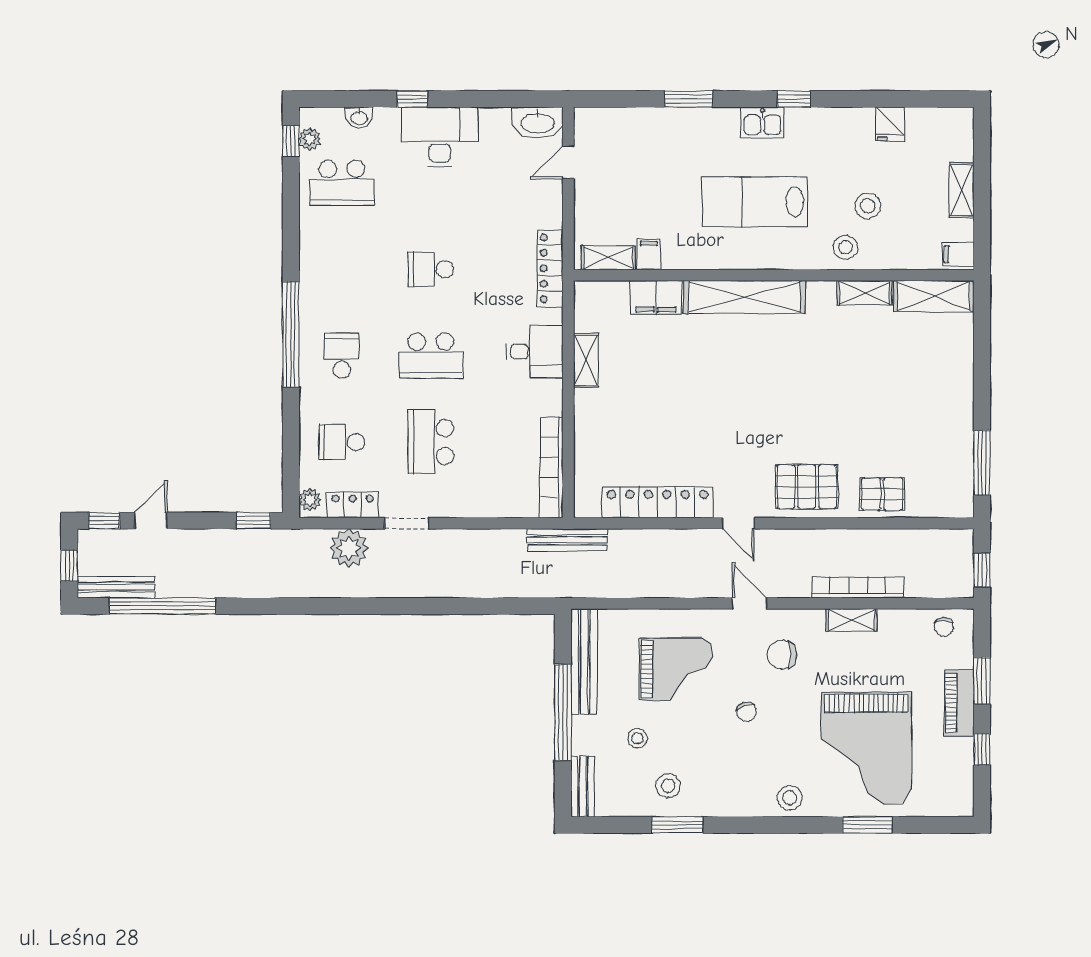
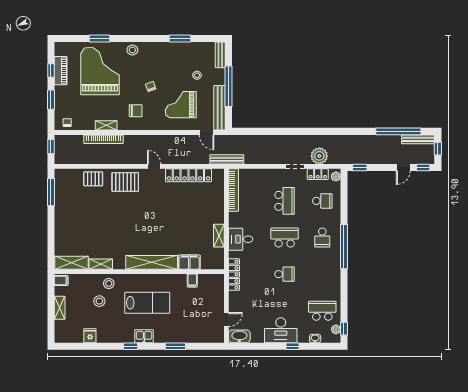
shelving: (608, 258) -> (209, 279), removed
door: (749, 603) -> (207, 132), moved
piano: (959, 703) -> (61, 71), moved
stool: (668, 786) -> (184, 55), removed

